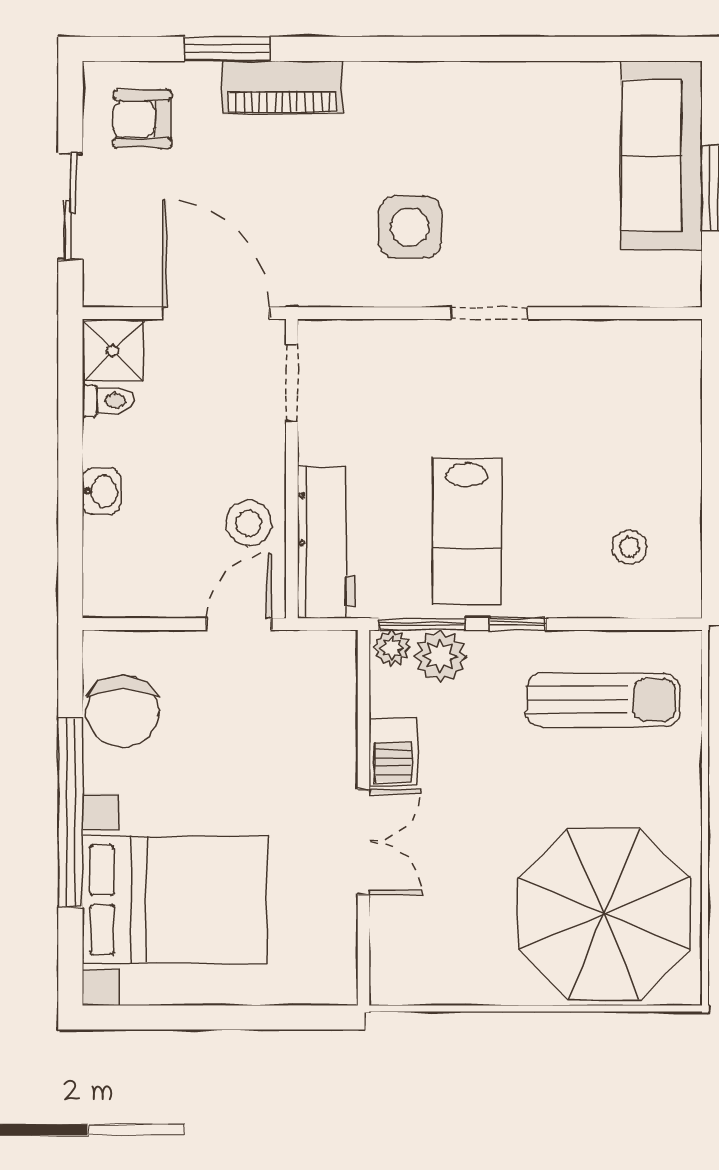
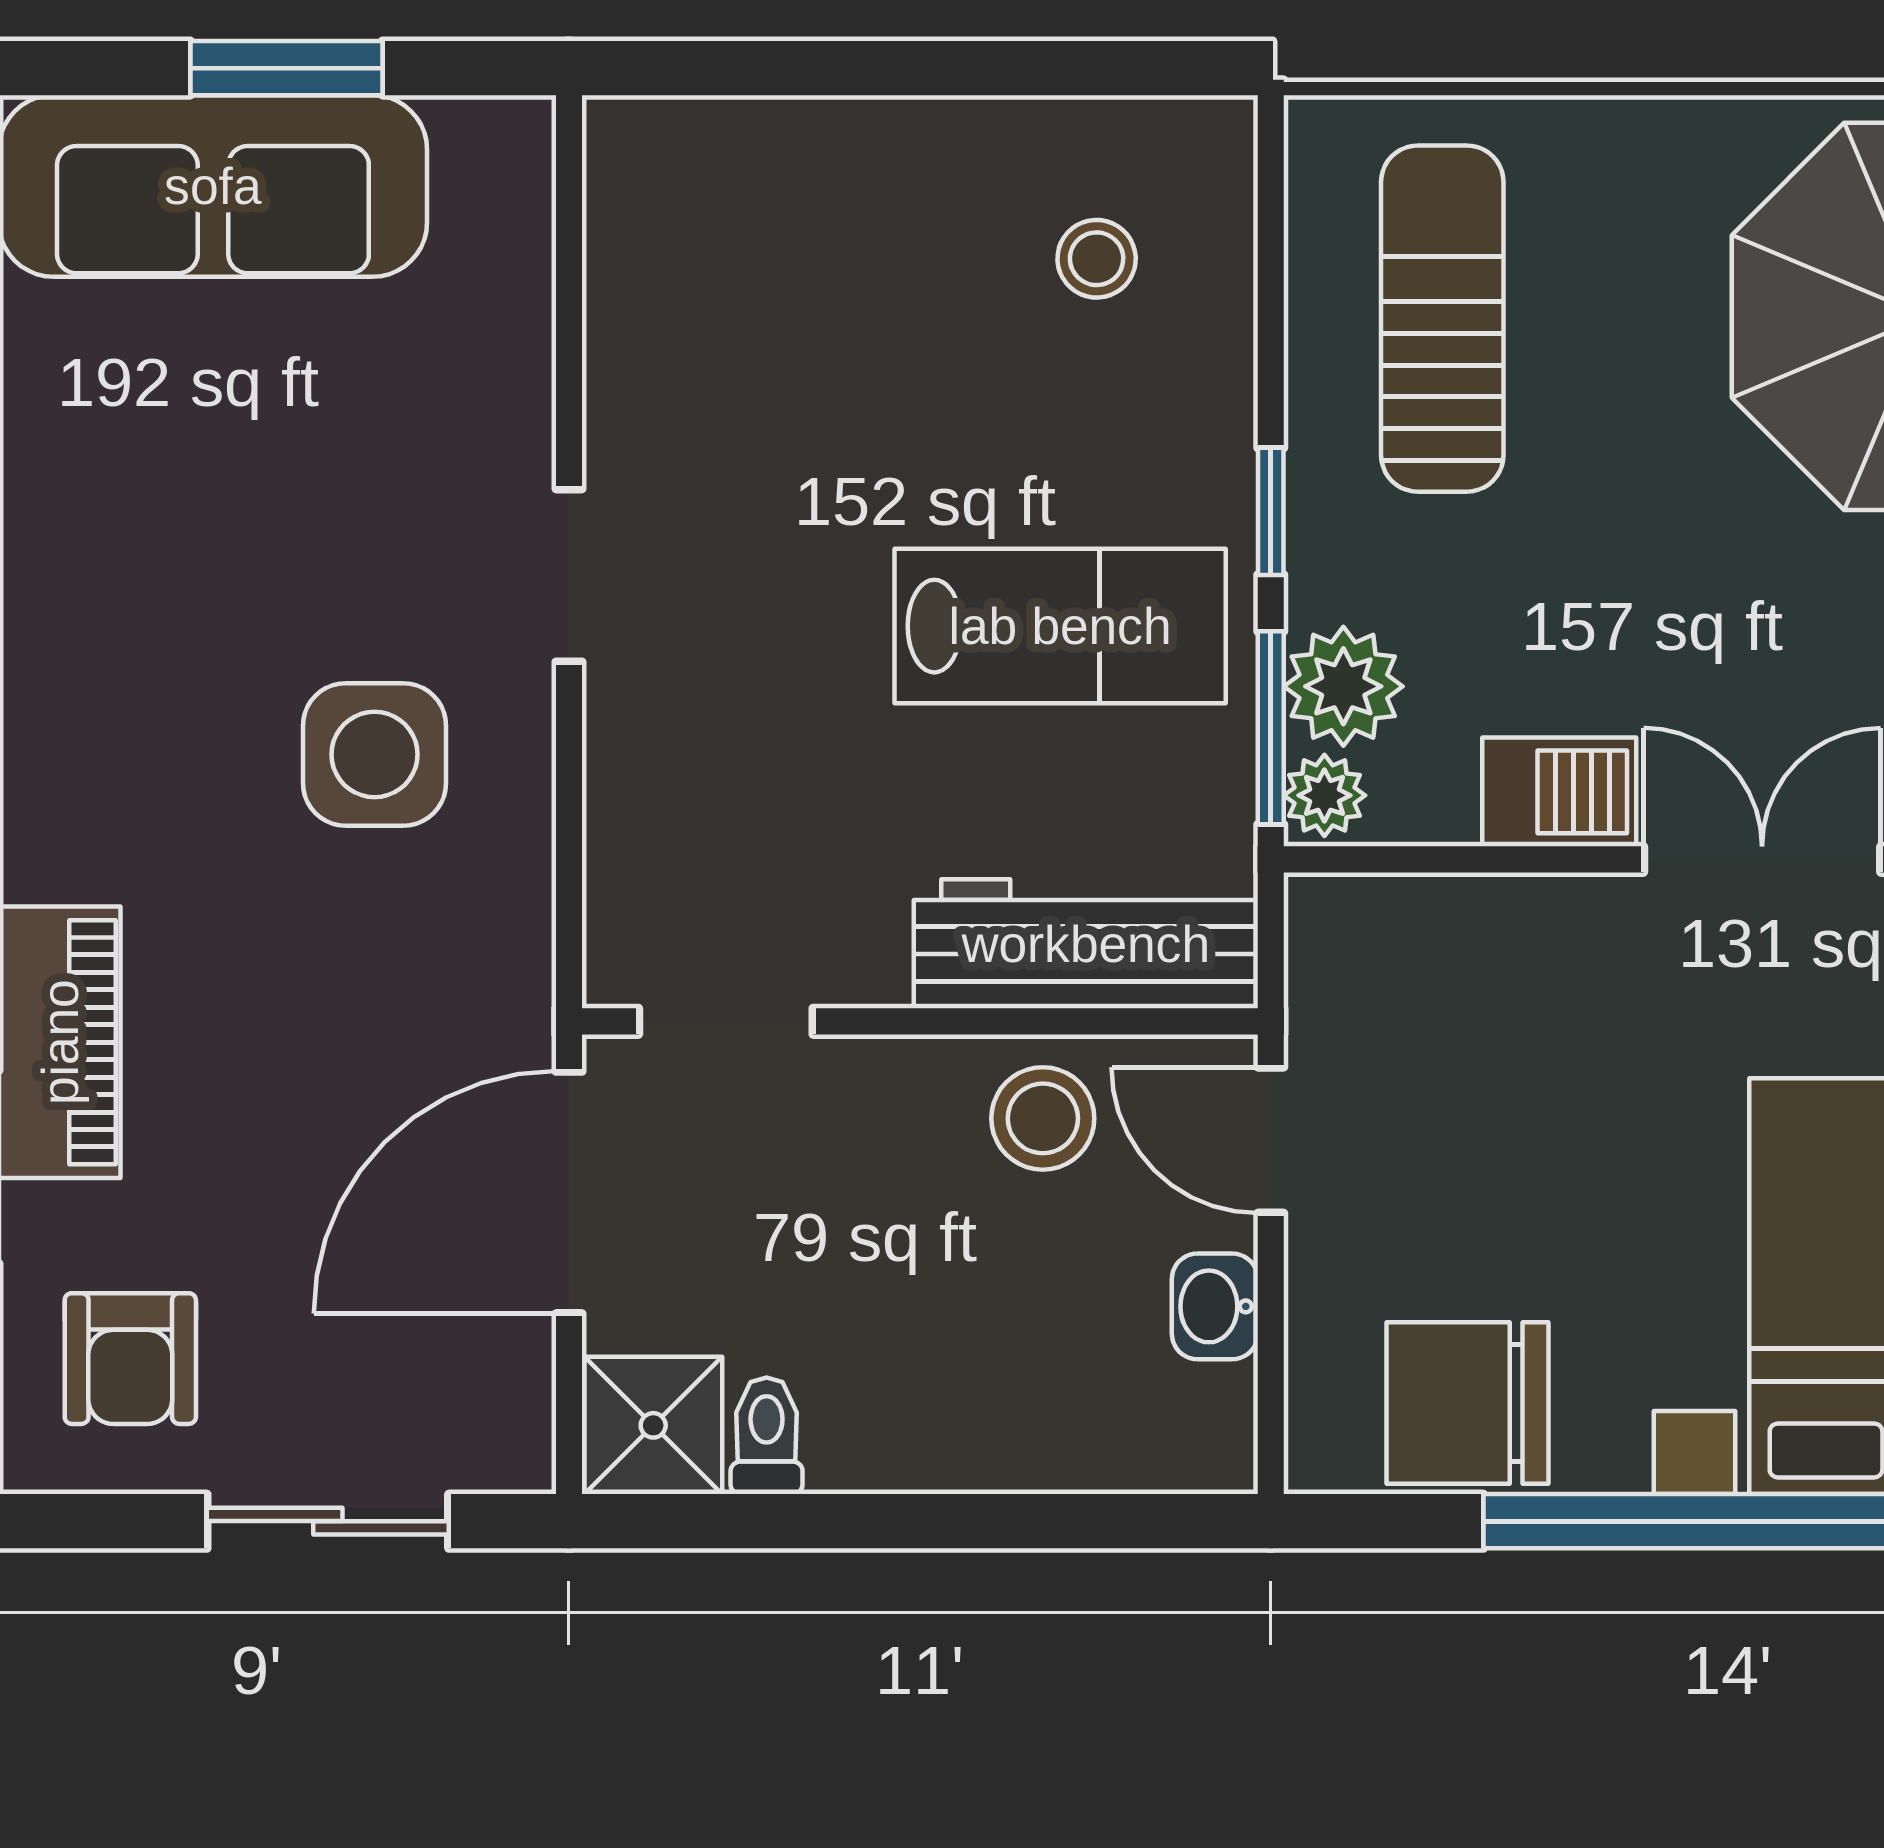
washbasin: (101, 491) -> (1215, 1306), moved, turned -90
chair: (123, 711) -> (1468, 1403), turned 180

